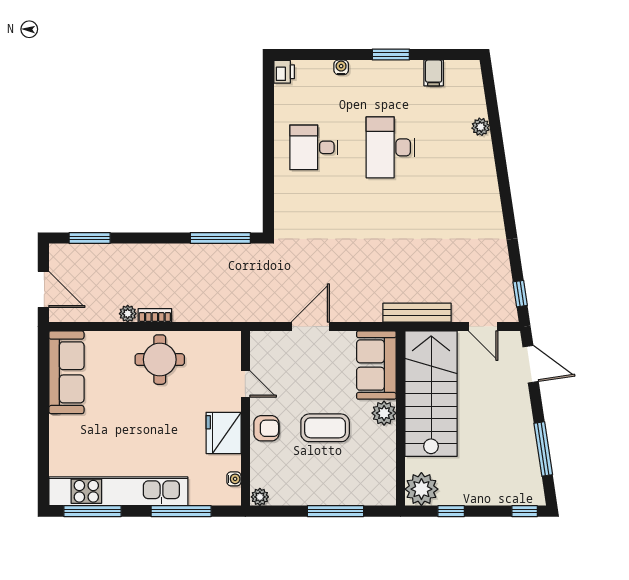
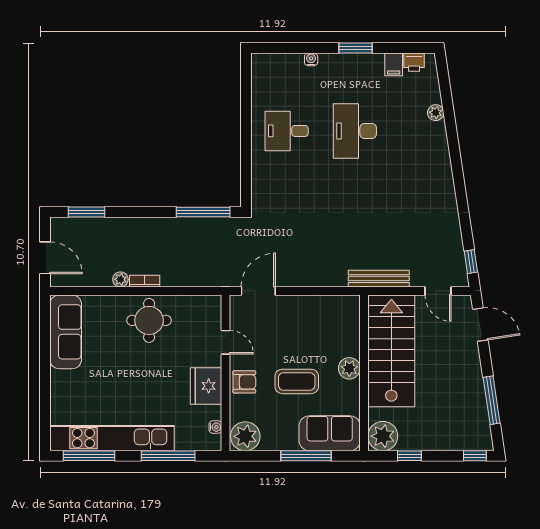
printer: (284, 72) -> (414, 62), moved, turned 90
door: (310, 327) -> (258, 291), moved
sofa: (376, 365) -> (330, 433), moved, turned 90
plant: (260, 497) -> (245, 436), width x1.87, depth x1.87

